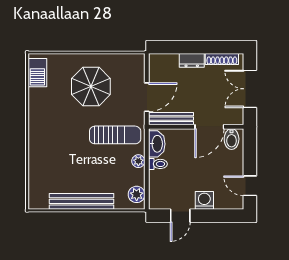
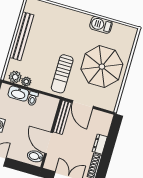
barbecue: (37, 73) -> (101, 25), moved
parasol: (91, 86) -> (102, 67), width x1.36, depth x1.36
washbasin: (157, 144) -> (18, 94), moved
plant: (138, 161) -> (26, 82), moved

